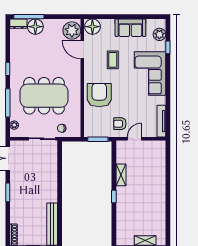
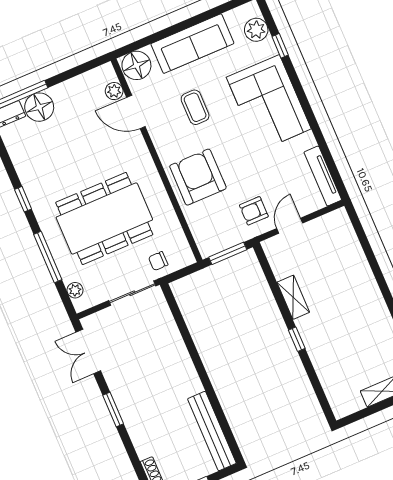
sofa: (130, 28) -> (192, 44), width x1.36
plant: (72, 30) -> (114, 91), width x0.53, depth x0.53

